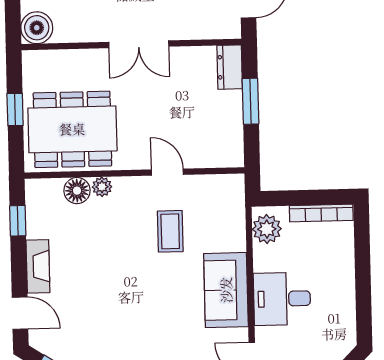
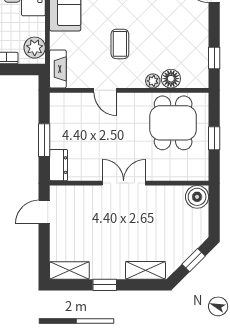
dining table: (72, 129) -> (173, 123), width x0.73
coffee table: (170, 231) -> (120, 44), moved
fireplace: (38, 266) -> (58, 69), moved, turned 180

